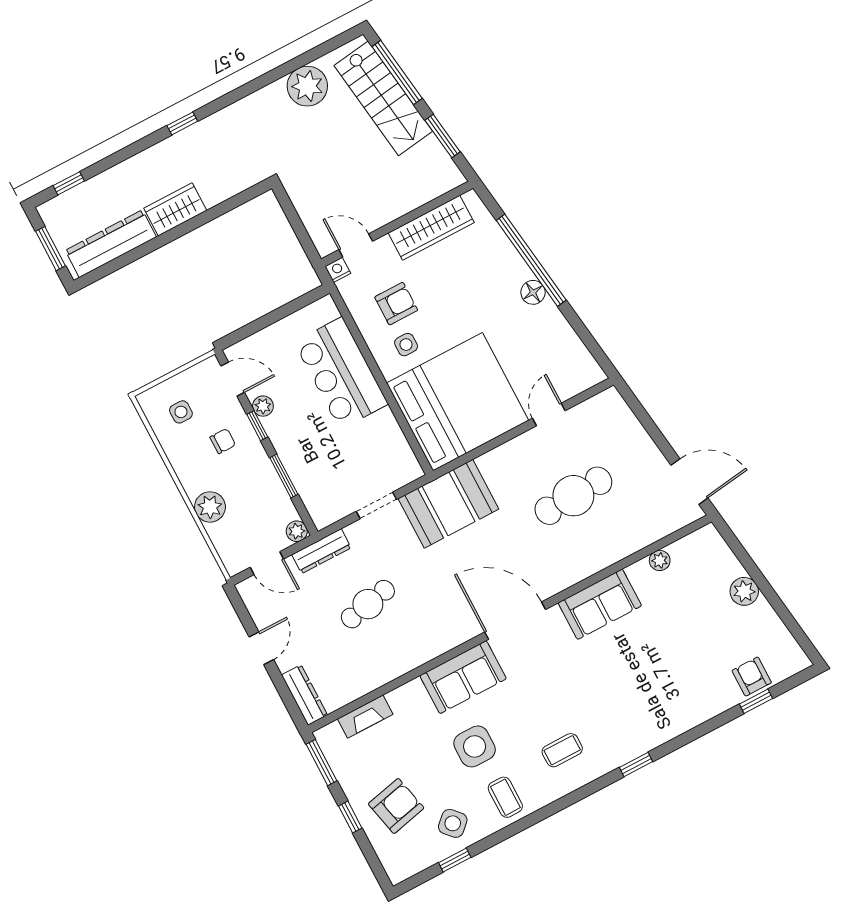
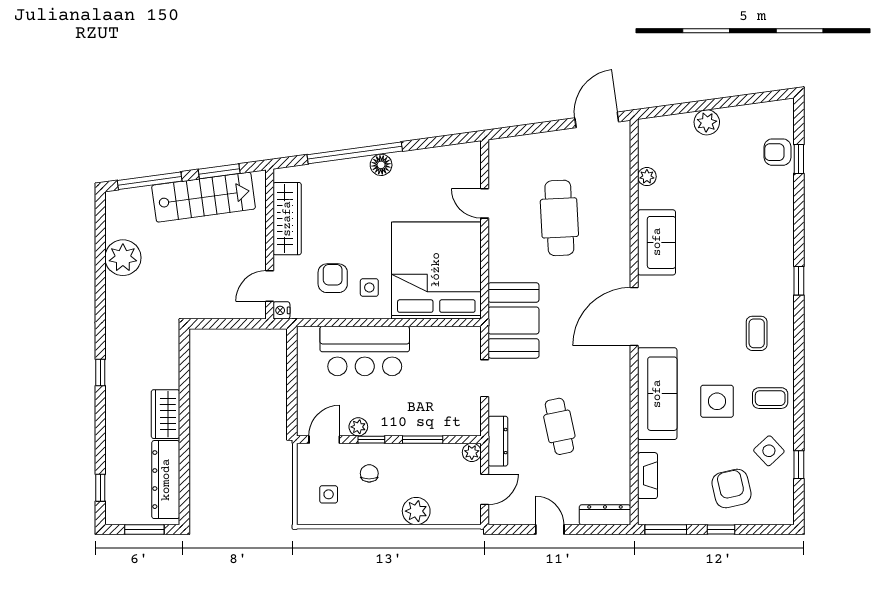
stairs: (383, 98) -> (204, 197), moved
sofa: (463, 677) -> (657, 394), width x1.36

